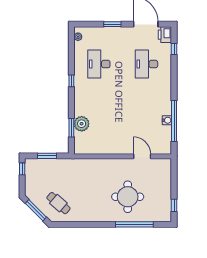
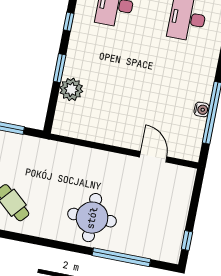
window: (71, 128) -> (60, 68), moved
round table: (128, 197) -> (92, 218), moved

